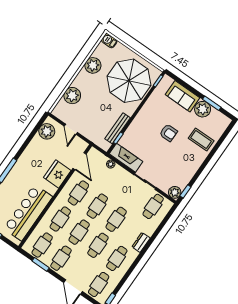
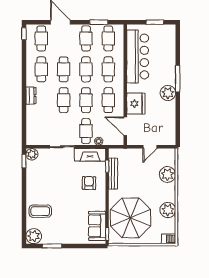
sofa: (183, 96) -> (97, 226), moved, turned -90
plant: (203, 109) -> (34, 236), moved
door: (71, 129) -> (150, 147), swing flipped
plant: (47, 131) -> (168, 93), moved
armchair: (168, 133) -> (89, 183), moved, turned 91
cafe table: (153, 206) -> (86, 131), moved

